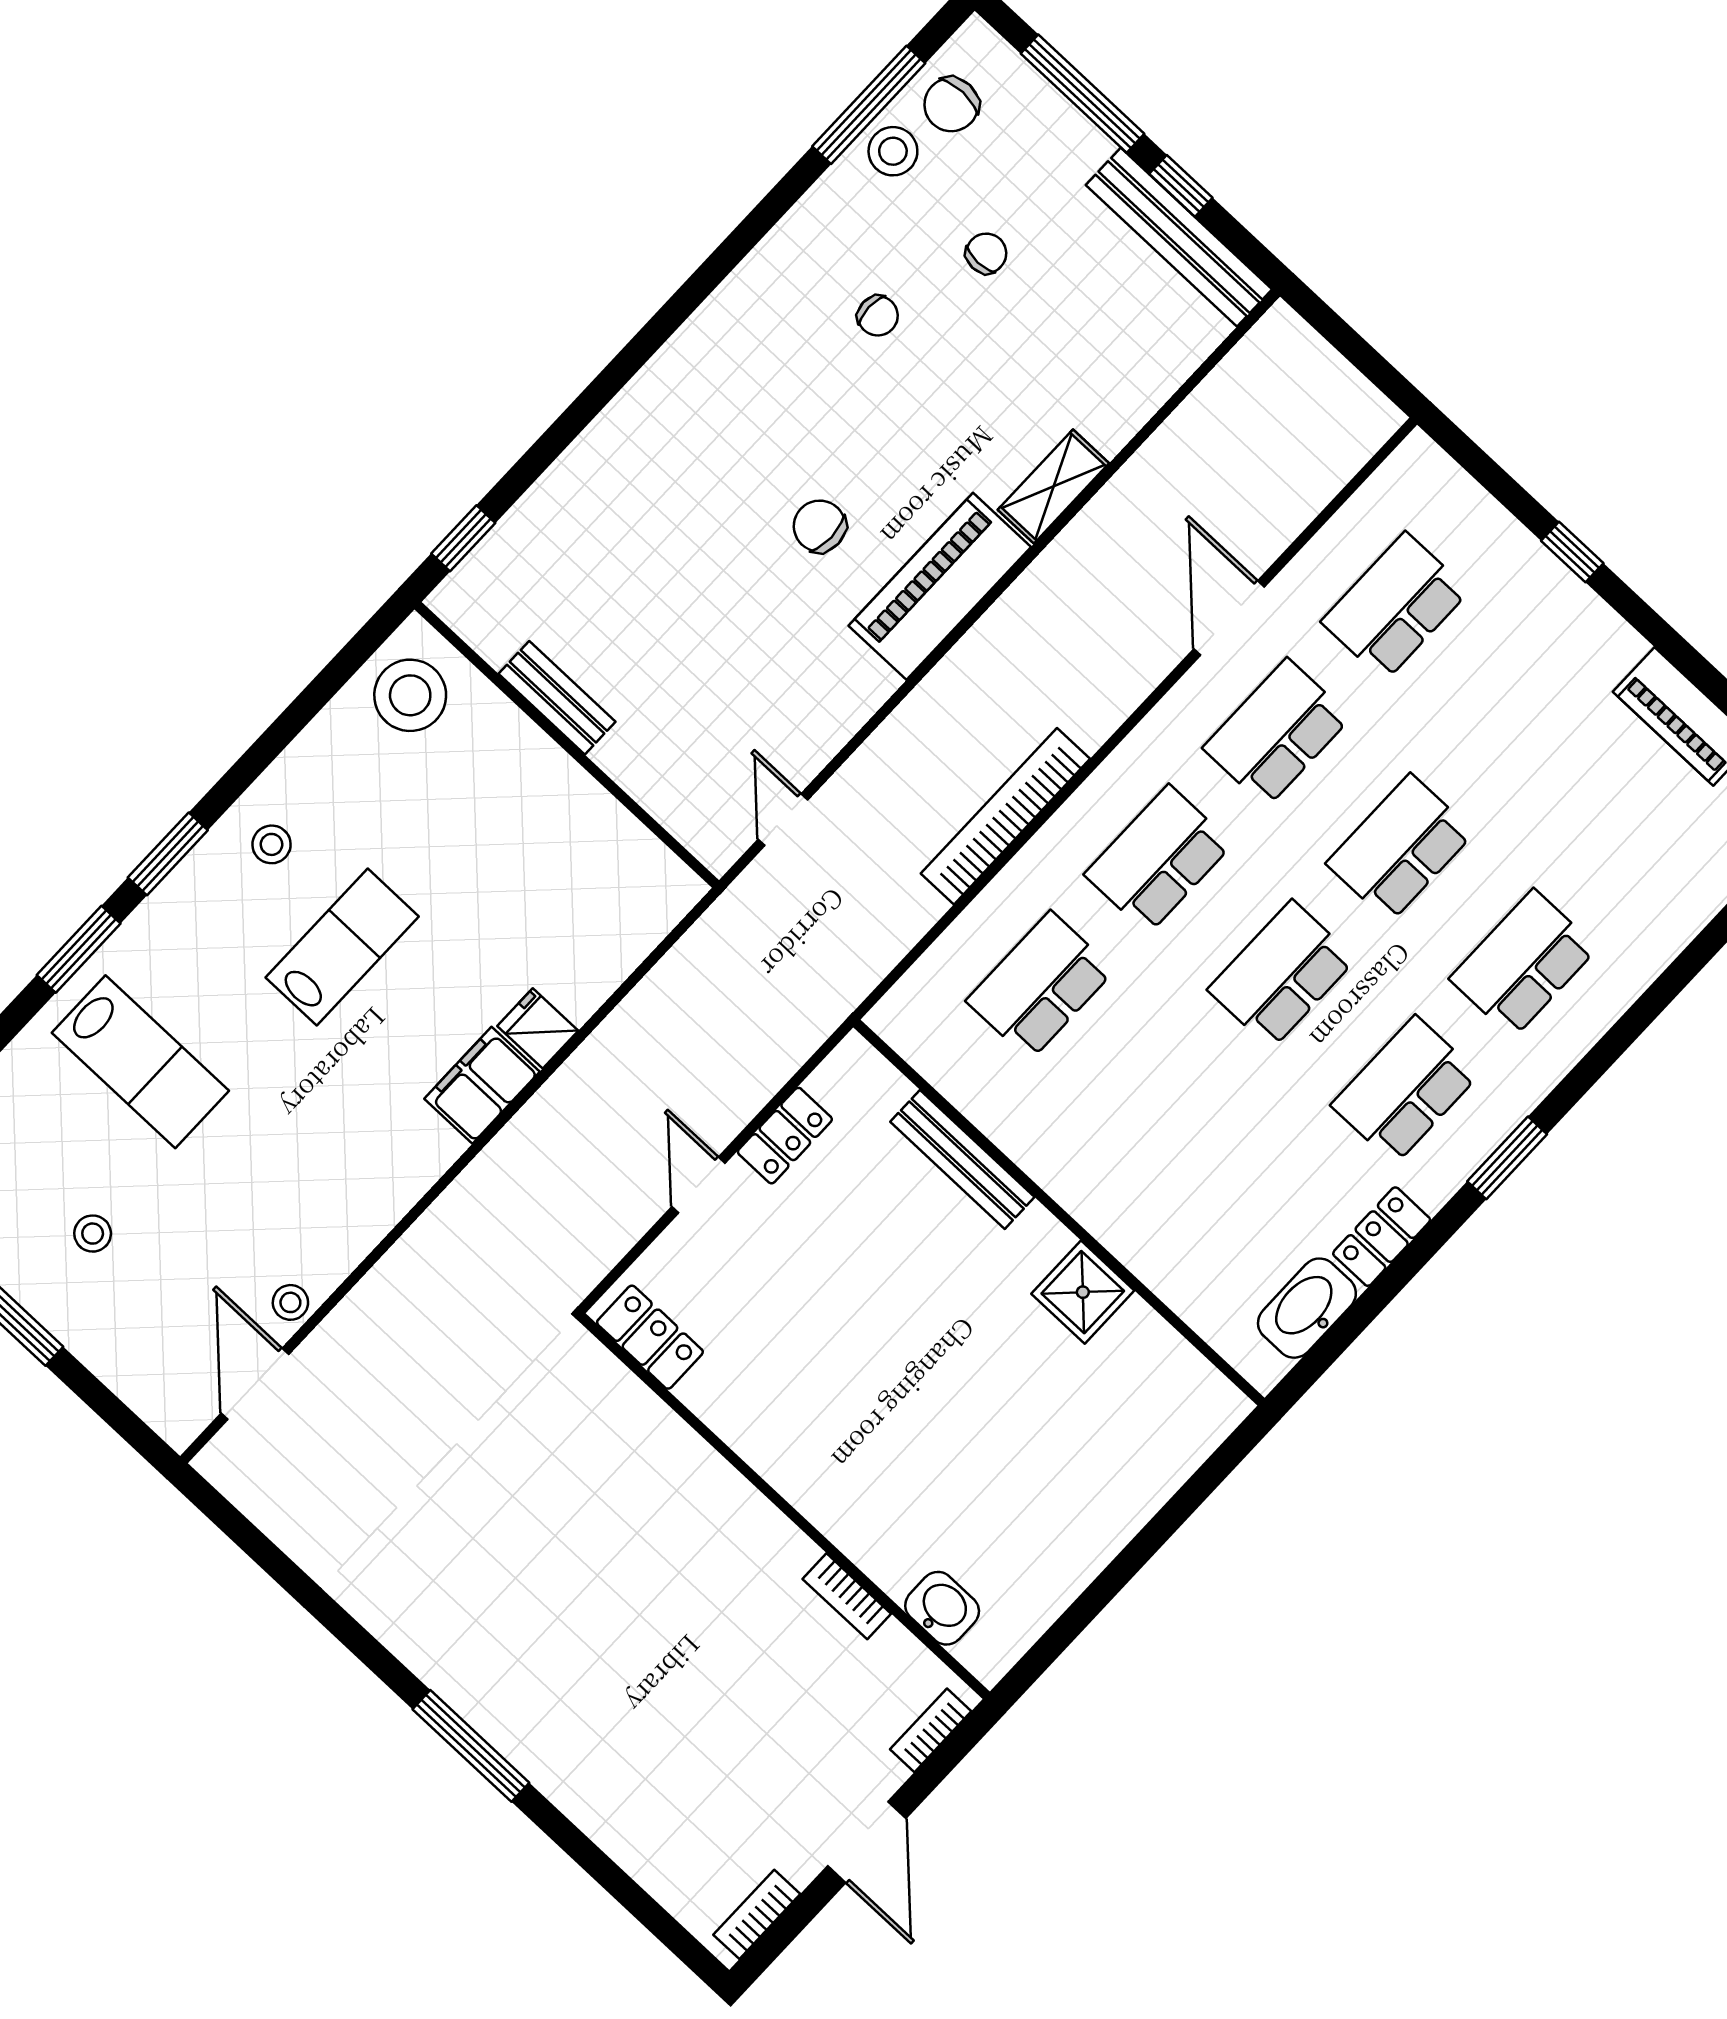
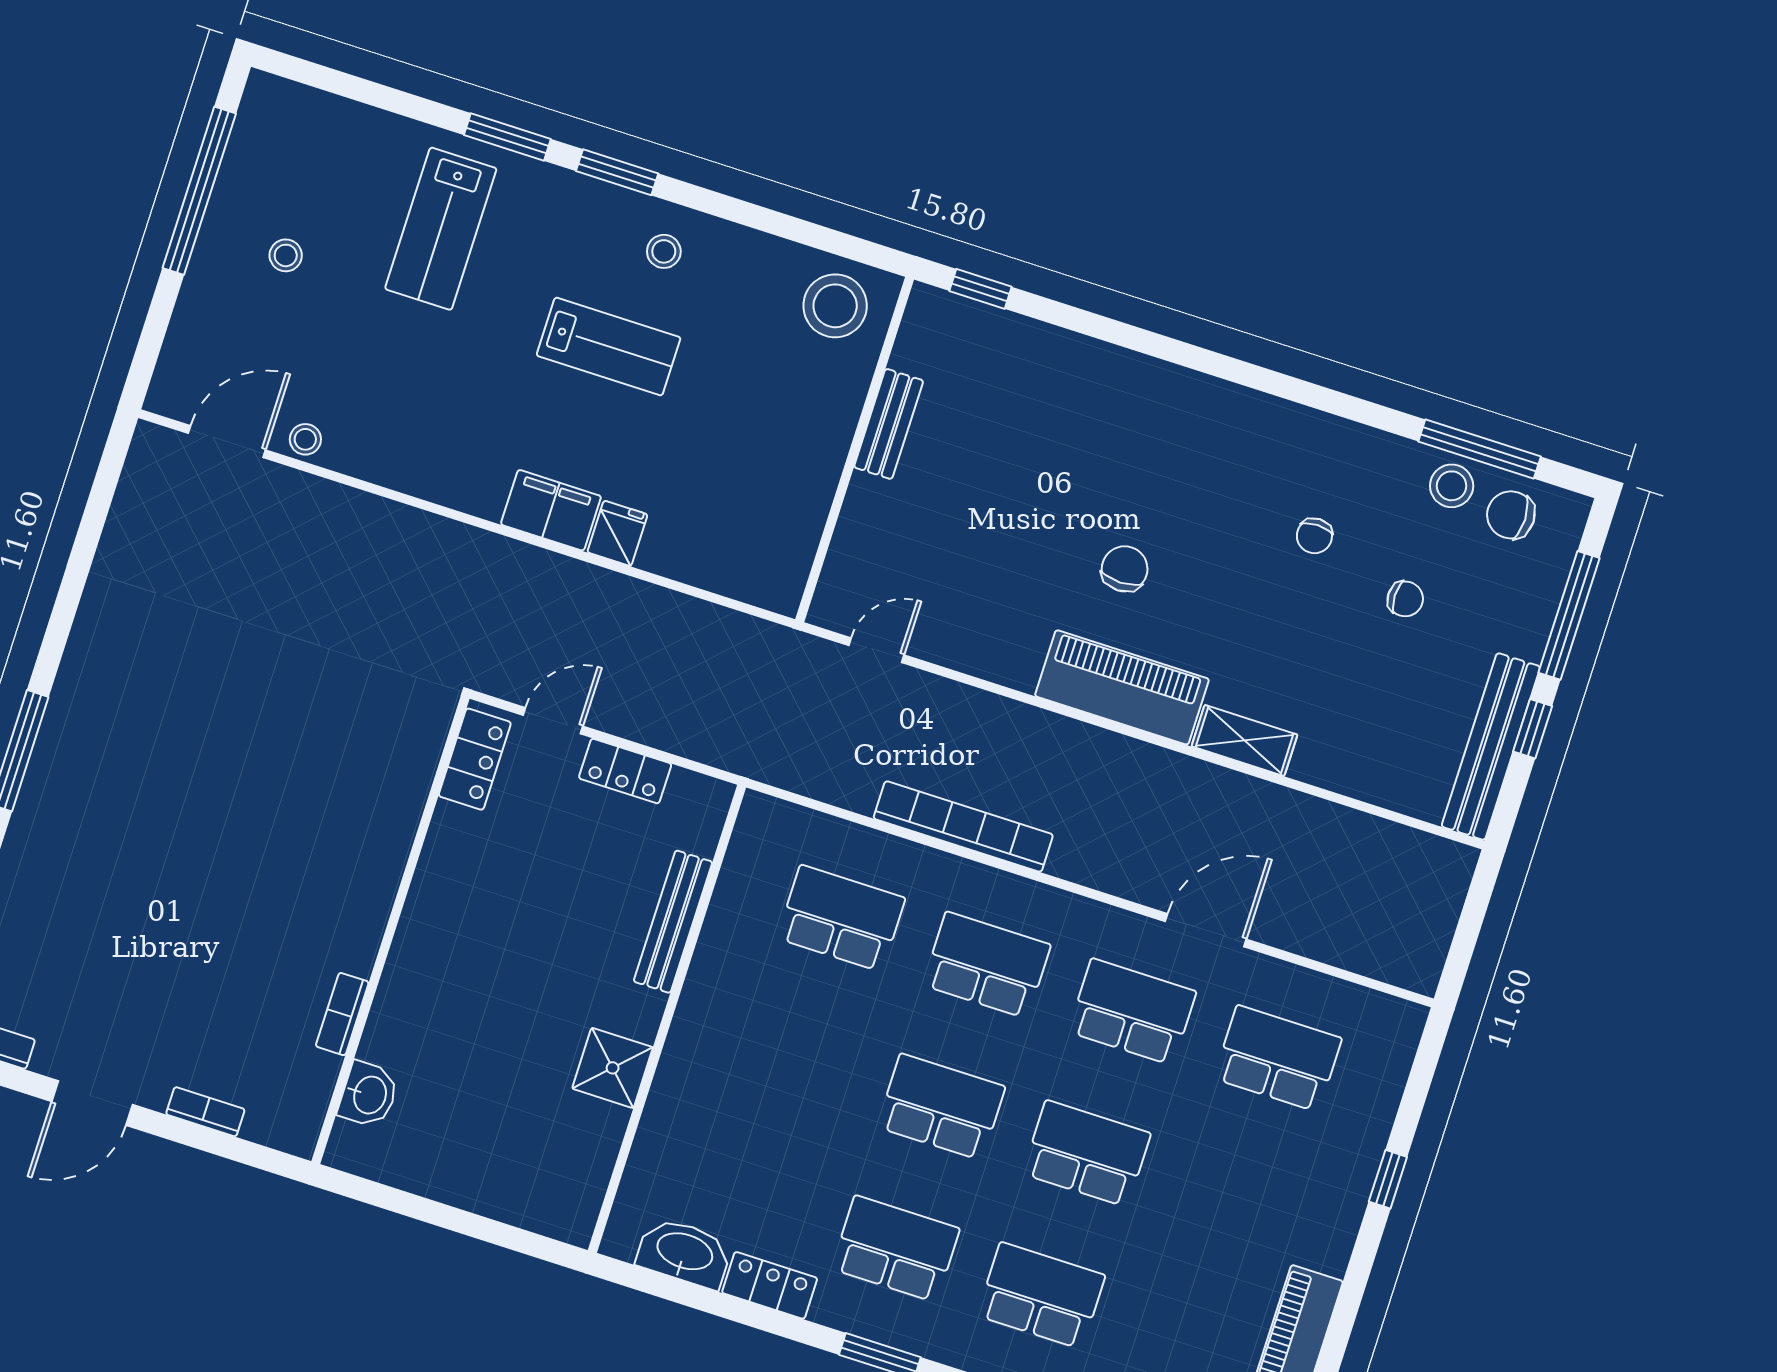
locker: (650, 1337) -> (475, 759), moved
wall: (784, 1506) -> (390, 930), moved
bookcase: (847, 1596) -> (342, 1014), moved
washbasin: (942, 1608) -> (369, 1095), moved

